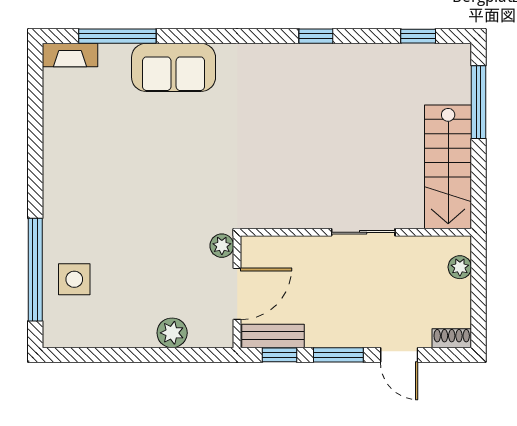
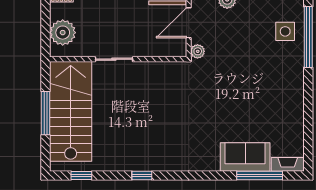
sofa: (174, 67) -> (245, 157), moved
window: (479, 102) -> (46, 113), moved
stairs: (448, 167) -> (71, 111), width x1.36, depth x1.51
plant: (460, 267) -> (63, 33), width x1.88, depth x1.88

